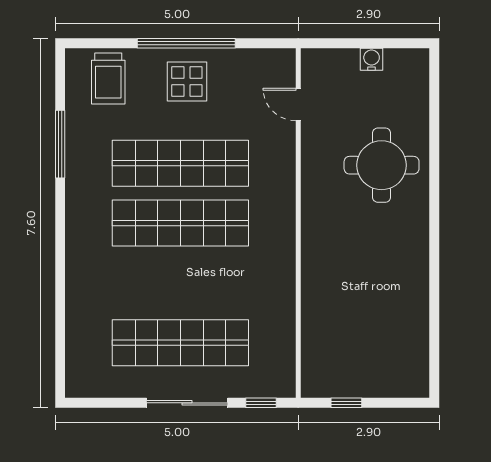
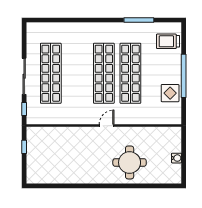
display table: (187, 82) -> (170, 93), moved
door: (298, 104) -> (107, 126), moved

